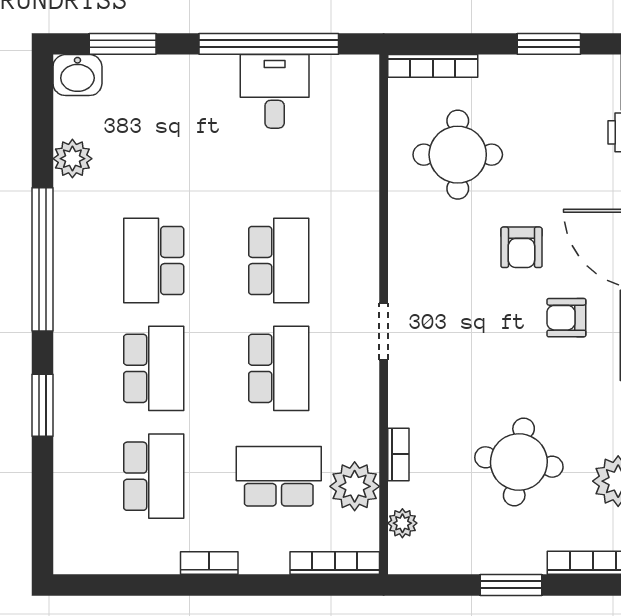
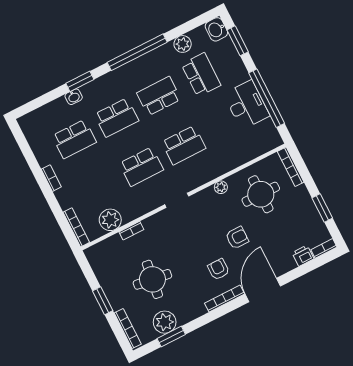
desk: (275, 91) -> (247, 105), width x1.37
armchair: (521, 247) -> (237, 238), turned 180
washbasin: (67, 434) -> (74, 97), added
school desk: (279, 476) -> (201, 75), moved
plant: (402, 523) -> (221, 187), moved

